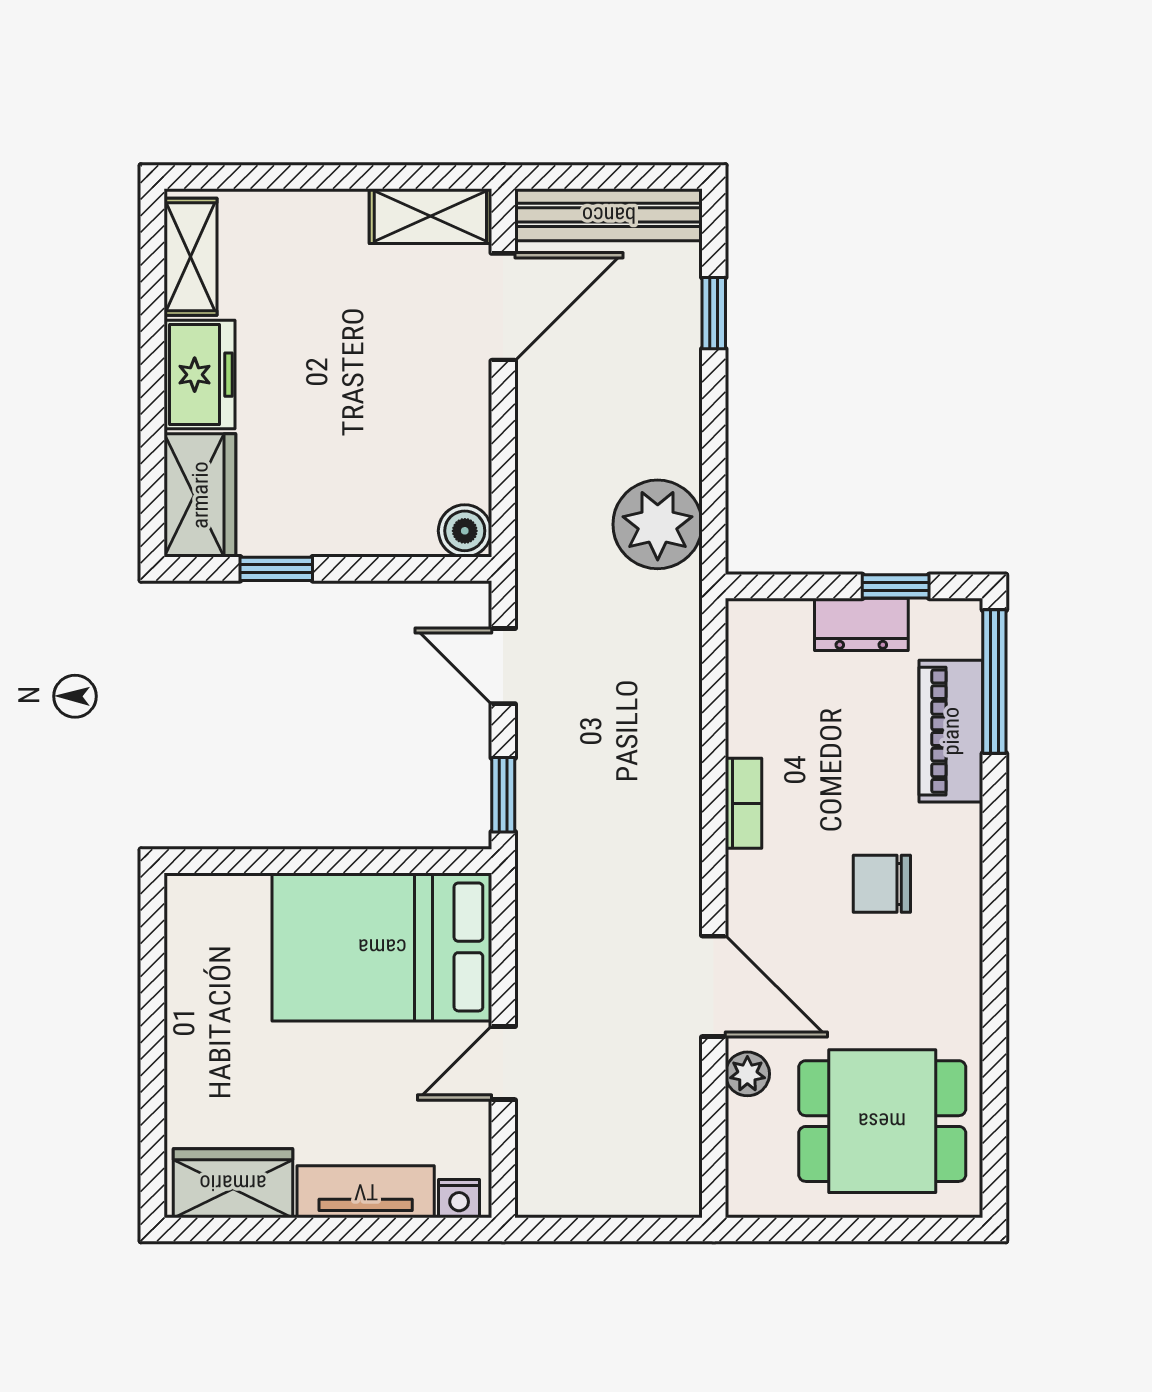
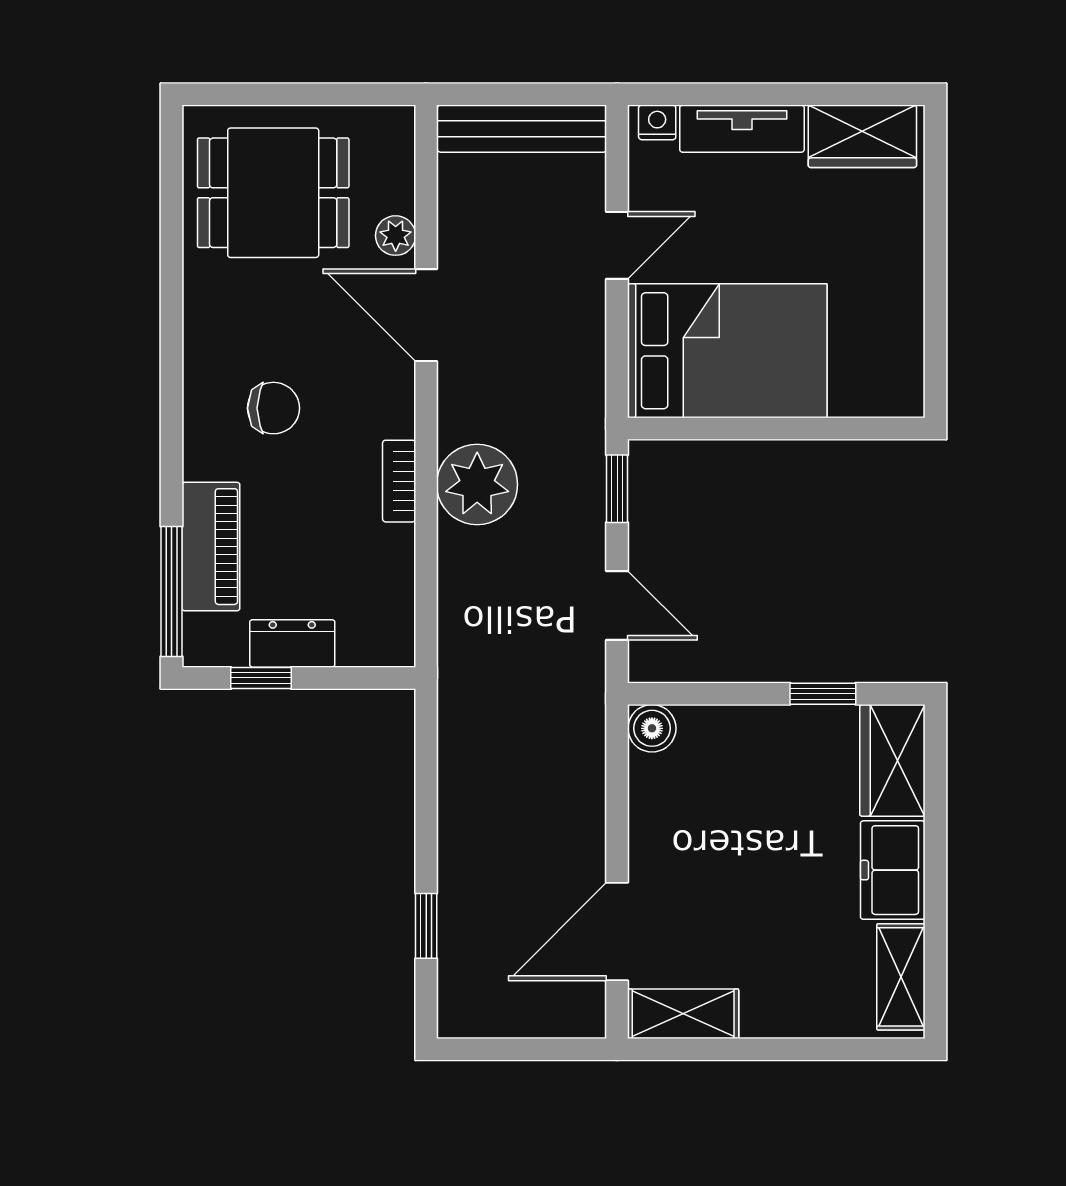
bench: (609, 215) -> (522, 129), moved
plant: (658, 524) -> (477, 484), moved

